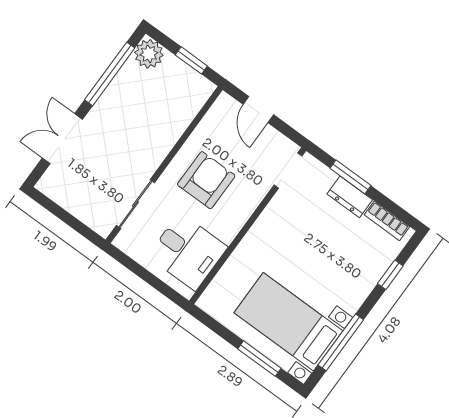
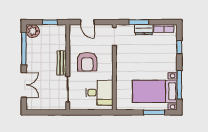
double door: (62, 139) -> (24, 85), swing flipped
bench: (159, 149) -> (62, 63), added
armchair: (206, 180) -> (87, 62), turned 180

